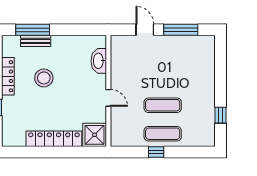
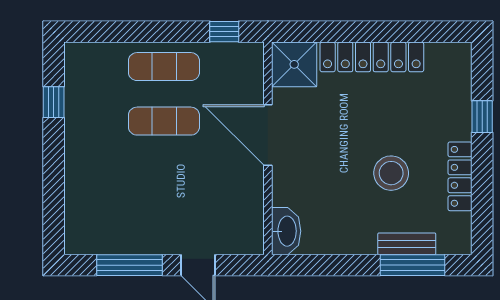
washbasin: (99, 61) -> (286, 231), moved
door: (108, 98) -> (268, 135), width x1.88
window: (156, 152) -> (224, 32), moved

